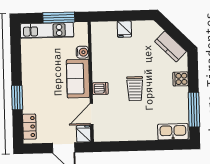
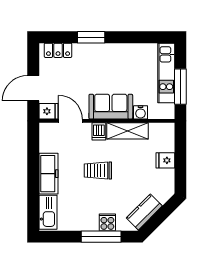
shelving: (99, 63) -> (128, 131), added
window: (194, 110) -> (101, 237), moved
freezer: (139, 132) -> (48, 174), added

